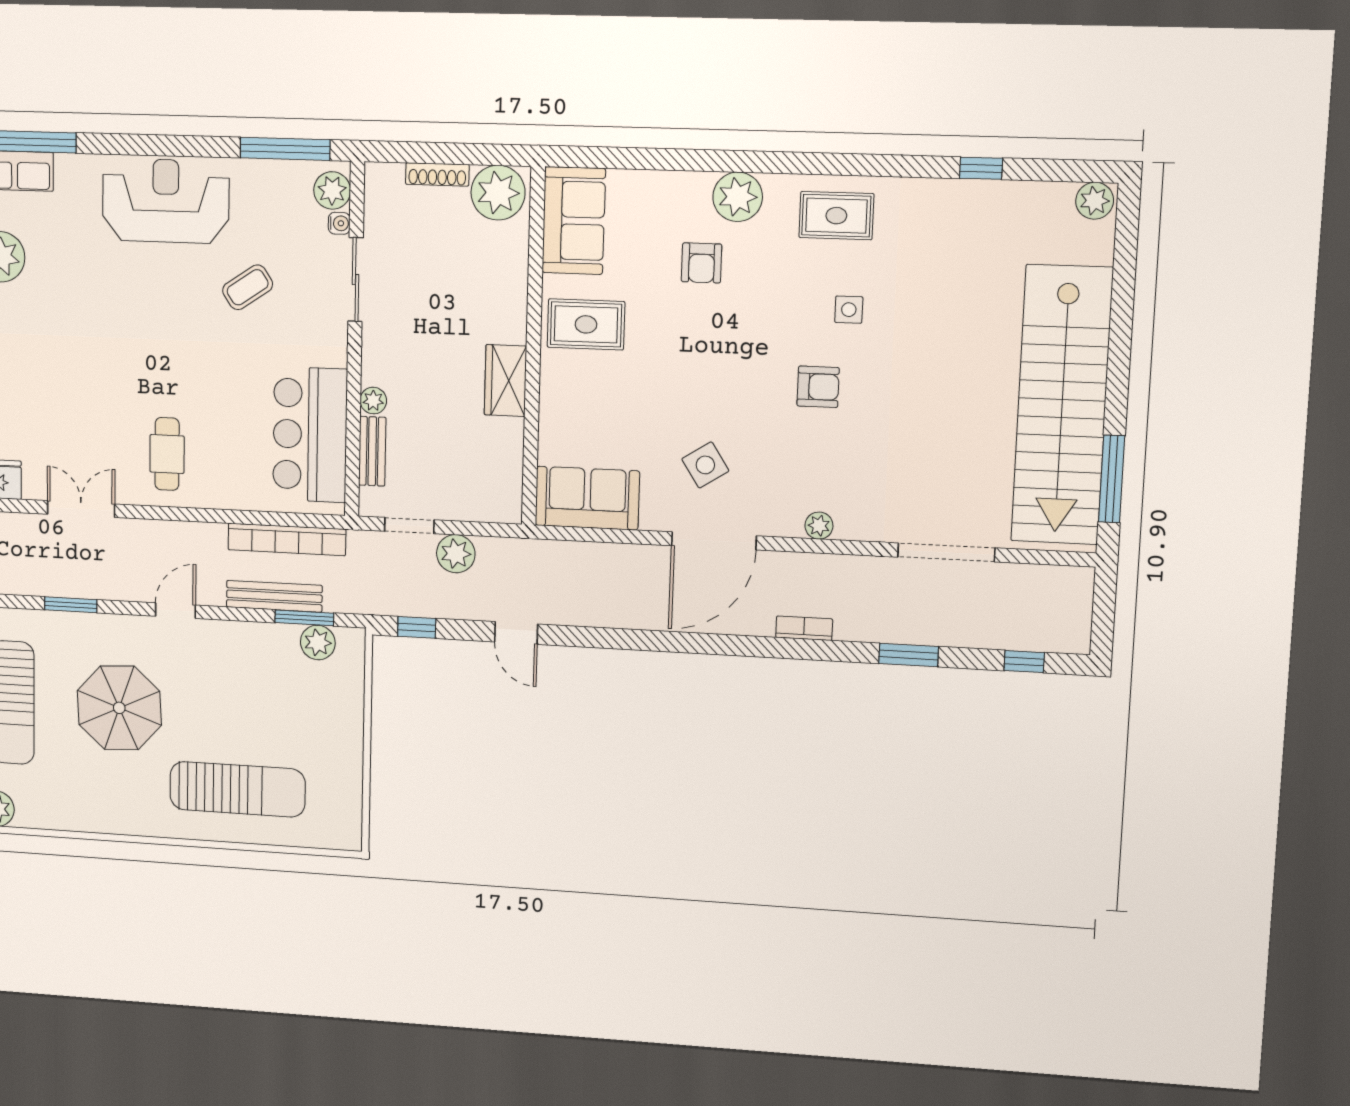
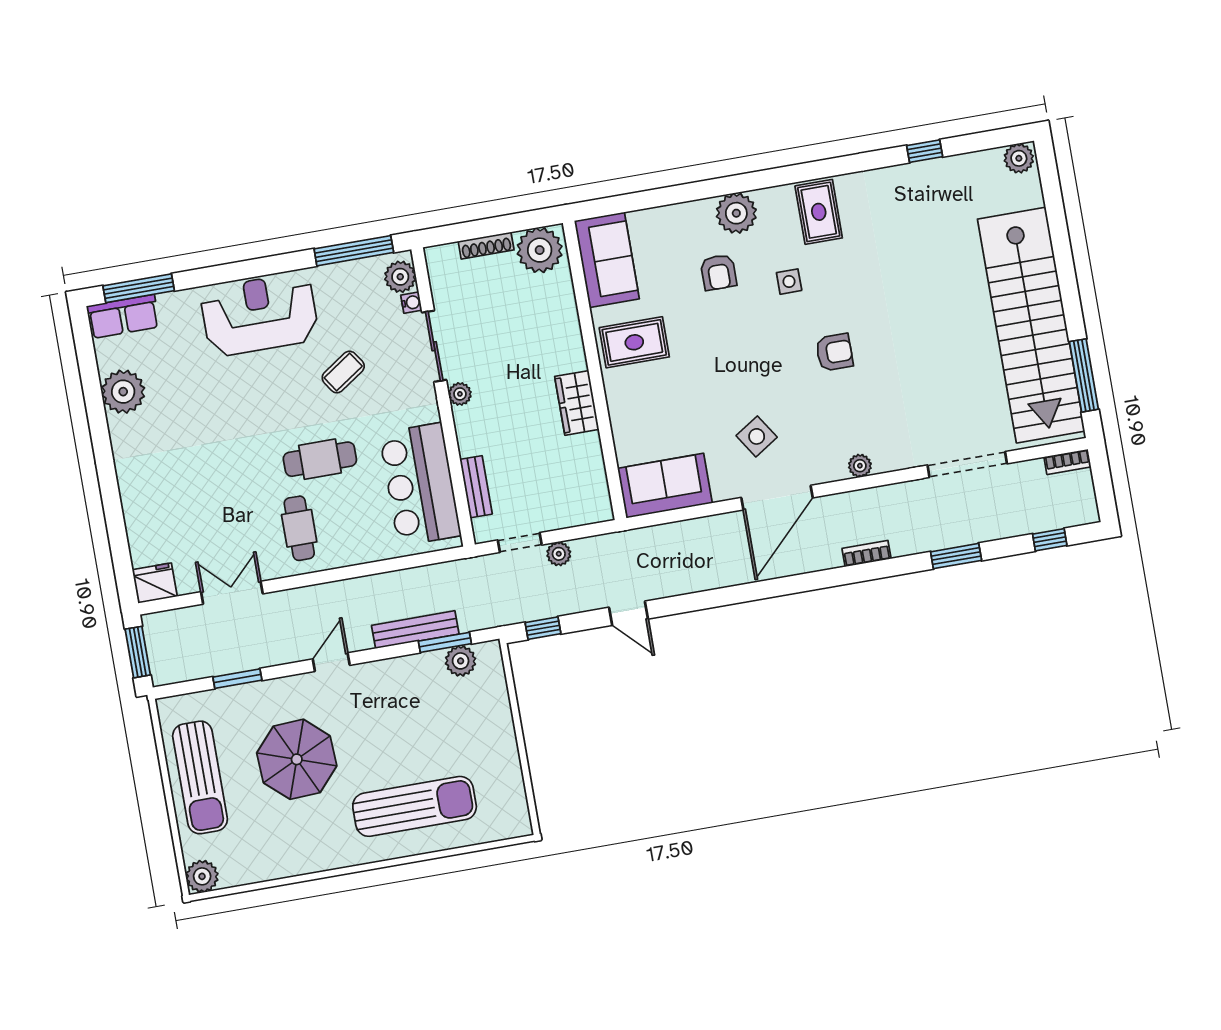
rug: (836, 216) -> (819, 212), turned 90
side table: (849, 310) -> (789, 282), moved
cafe table: (204, 381) -> (320, 459), added
plant: (373, 401) -> (460, 394), moved
bookcase: (287, 539) -> (1067, 462), moved, width x0.43, depth x0.76
plant: (456, 554) -> (559, 554), width x0.73, depth x0.73

